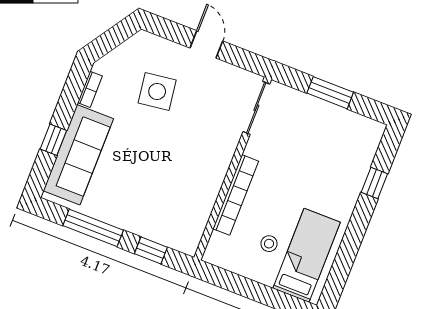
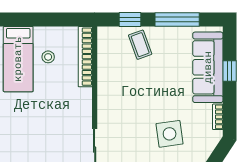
bookcase: (236, 195) -> (85, 57), moved
coffee table: (150, 215) -> (140, 45), added

